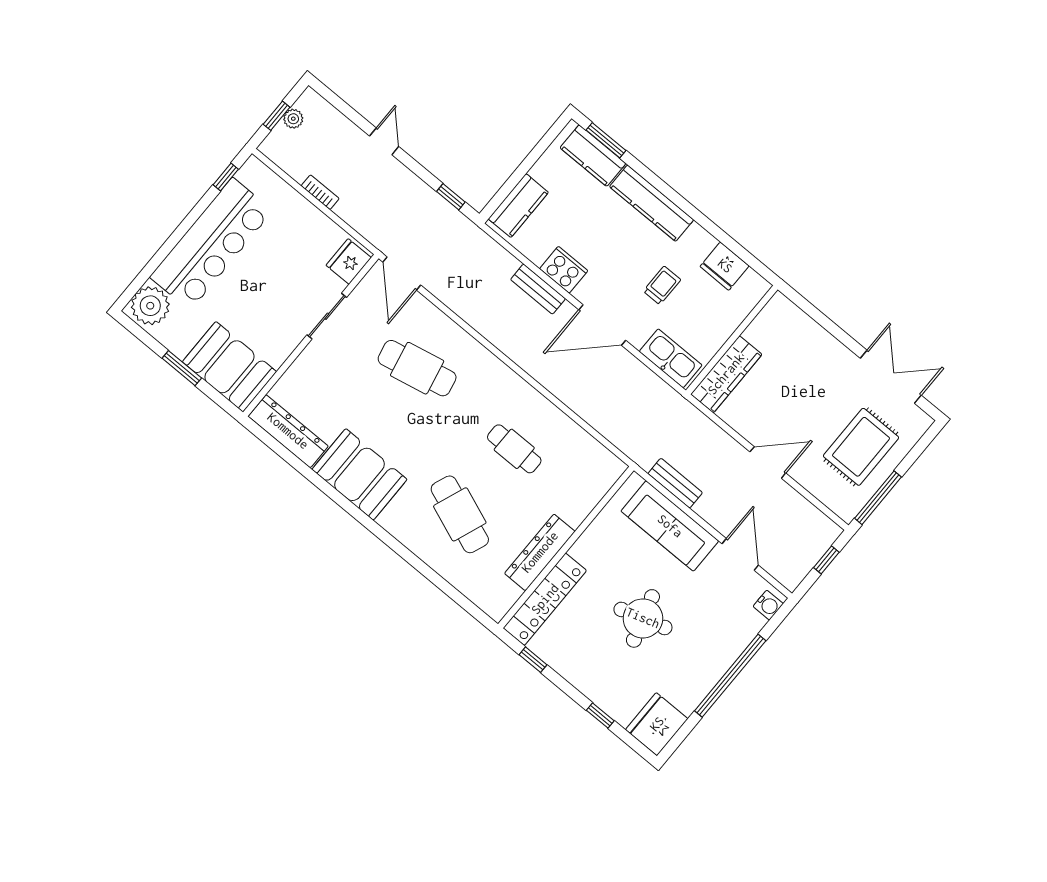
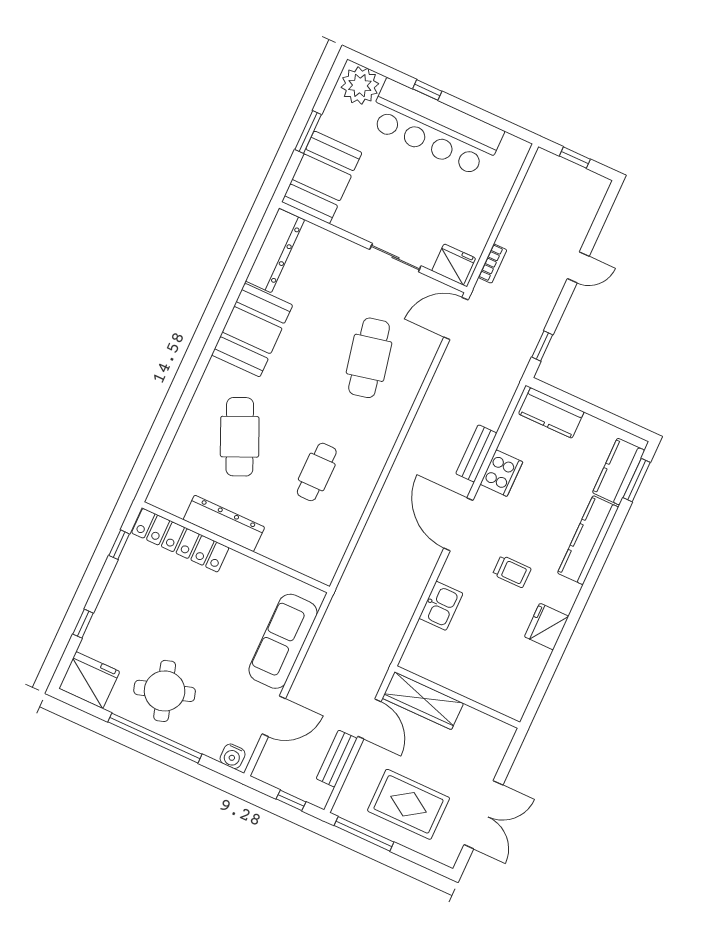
plant: (293, 119) -> (576, 174), removed
window: (226, 177) -> (427, 90), moved
bookcase: (320, 192) -> (493, 264), moved
wall: (732, 340) -> (457, 697), moved
kitchen sink: (671, 358) -> (441, 606), width x0.73
wardrobe: (726, 374) -> (423, 701), moved
bench: (675, 483) -> (337, 759), moved
cafe table: (460, 514) -> (240, 437), turned -45
round table: (643, 618) -> (165, 691), moved

